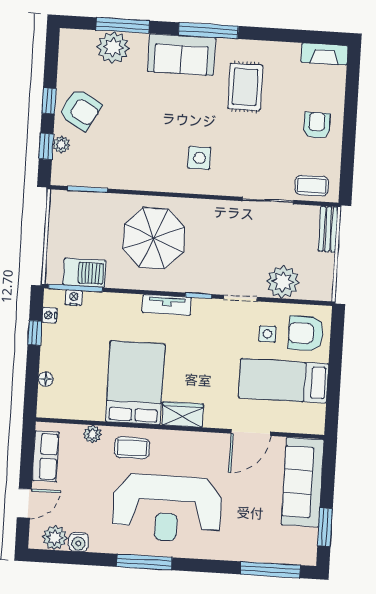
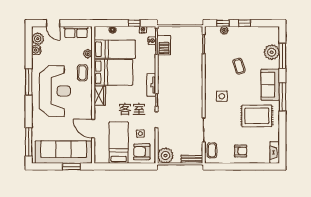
rug: (245, 87) -> (257, 116), width x1.36, depth x1.43
armchair: (80, 110) -> (241, 38), removed
coffee table: (138, 118) -> (239, 66), added
parasol: (154, 238) -> (183, 77), removed
plant: (283, 282) -> (165, 156), moved
armchair: (306, 333) -> (142, 152), turned -90
bed: (87, 377) -> (115, 49), added
sofa: (303, 482) -> (64, 152), width x1.36, depth x1.27
reception desk: (167, 508) -> (55, 91), turned 180
window: (325, 527) -> (71, 166), moved

